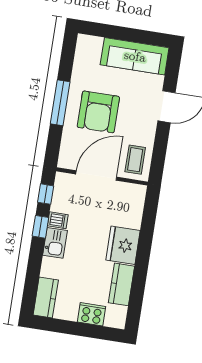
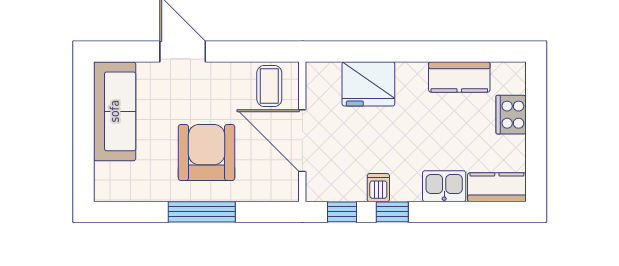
armchair: (98, 112) -> (207, 152), turned -90
coffee table: (135, 160) -> (269, 86), turned 90
kitchen sink: (55, 243) -> (444, 186), moved
fridge: (123, 245) -> (368, 84), moved

